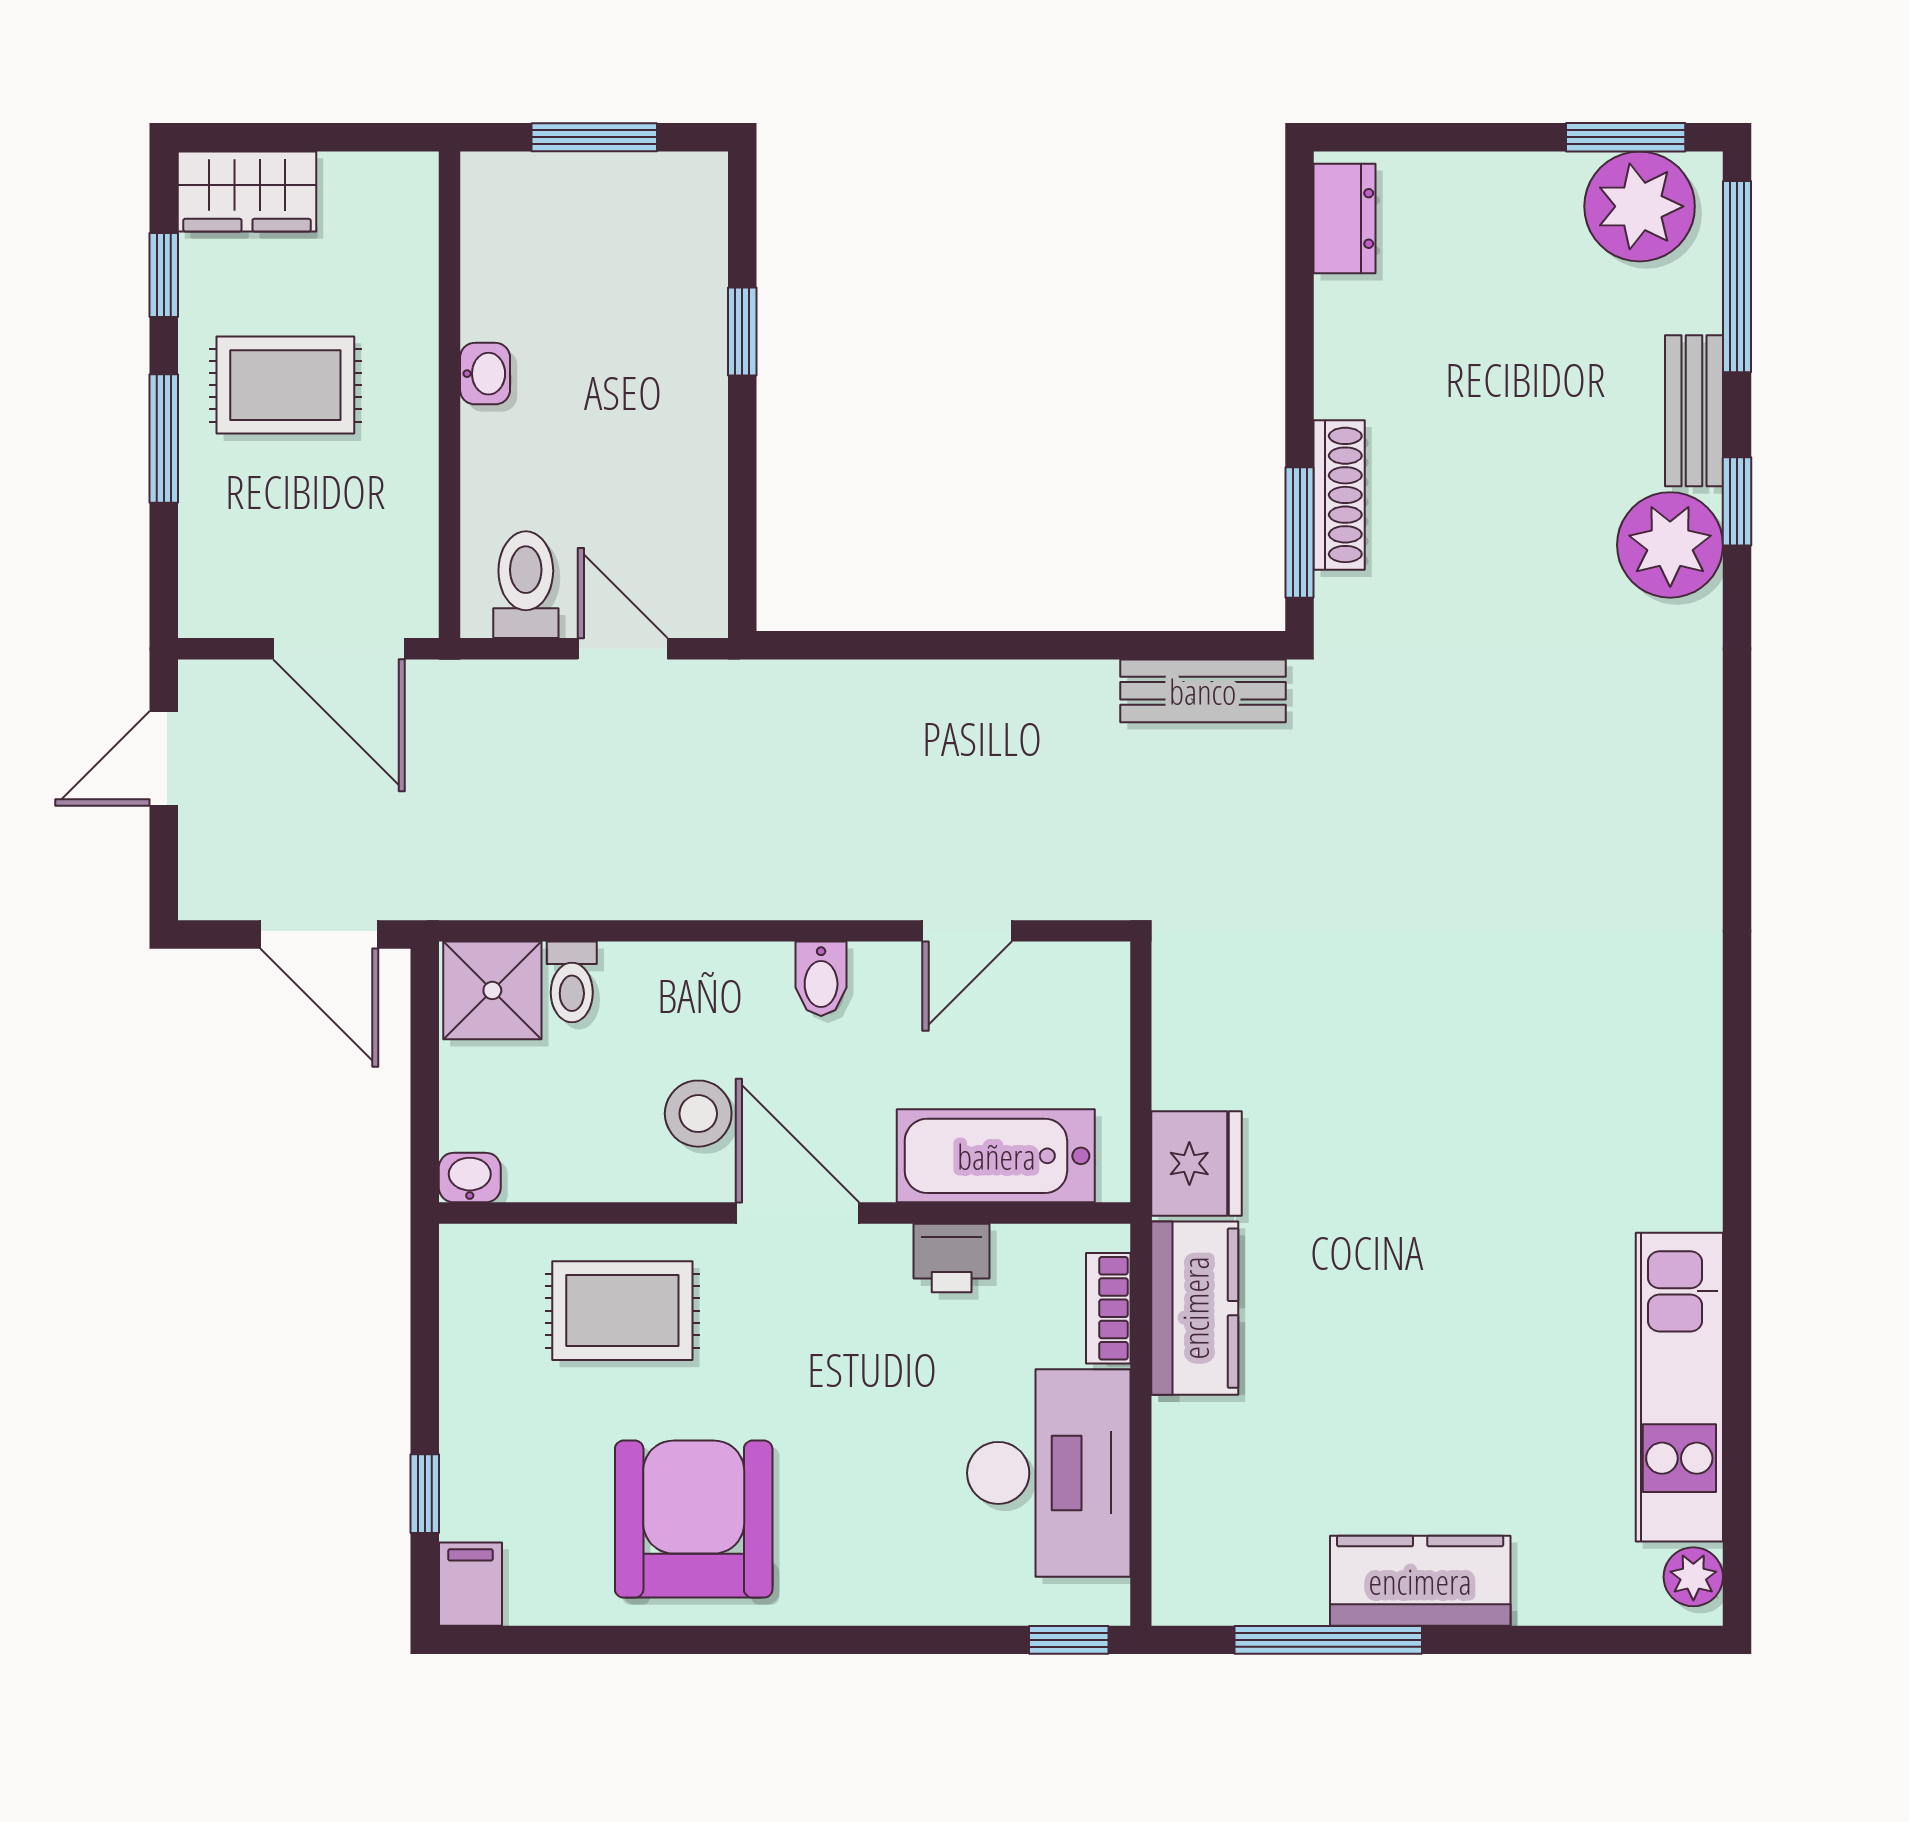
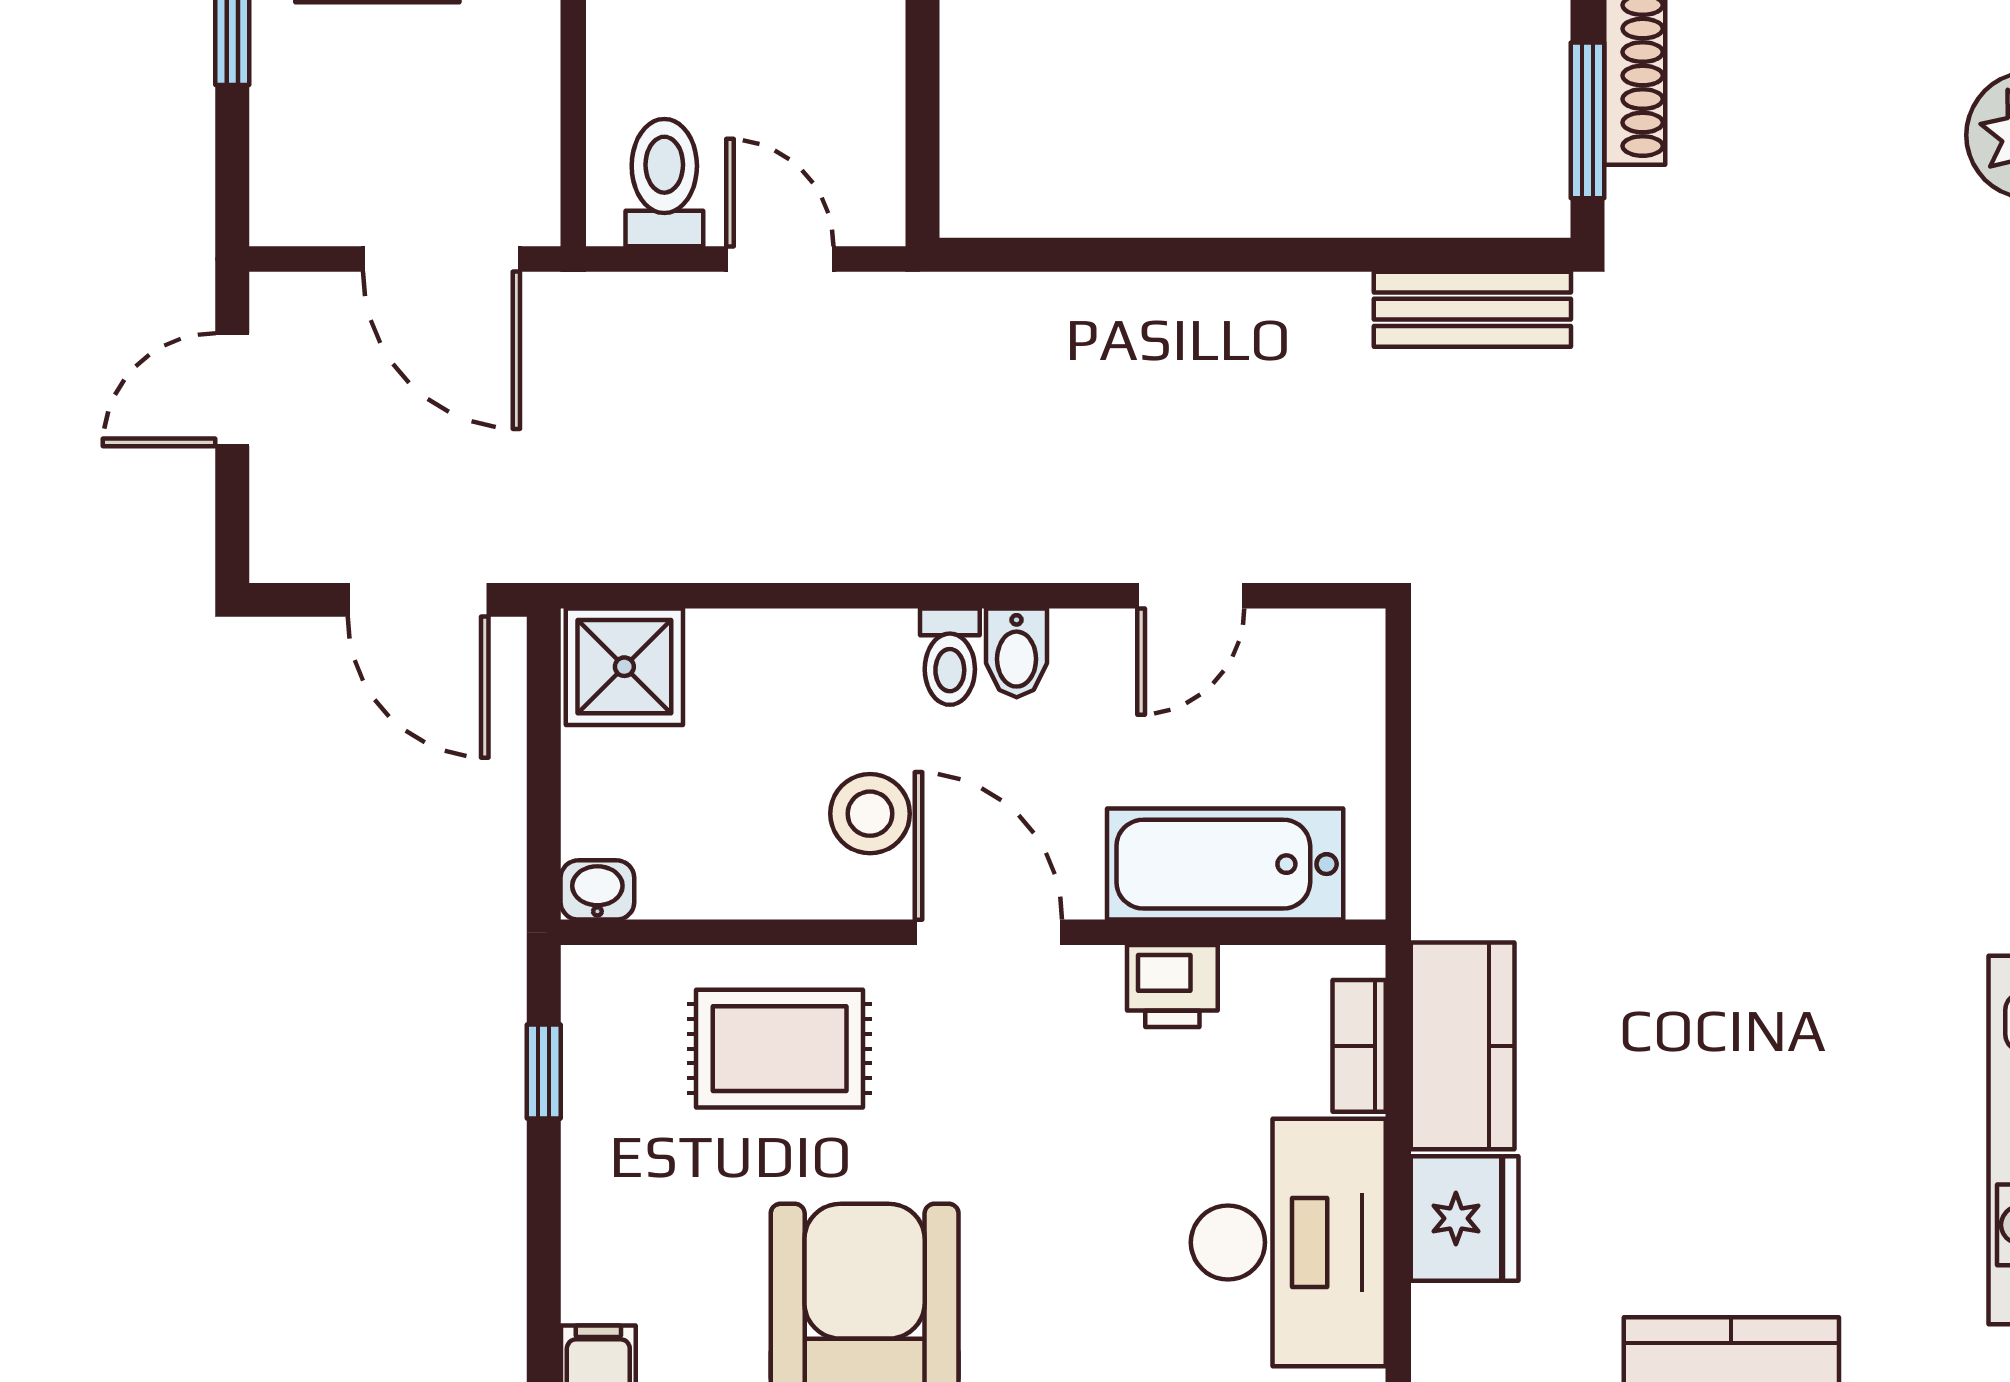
toilet: (572, 982) -> (950, 657), moved
fridge: (1196, 1163) -> (1465, 1218), moved
window: (425, 1494) -> (544, 1071), moved

